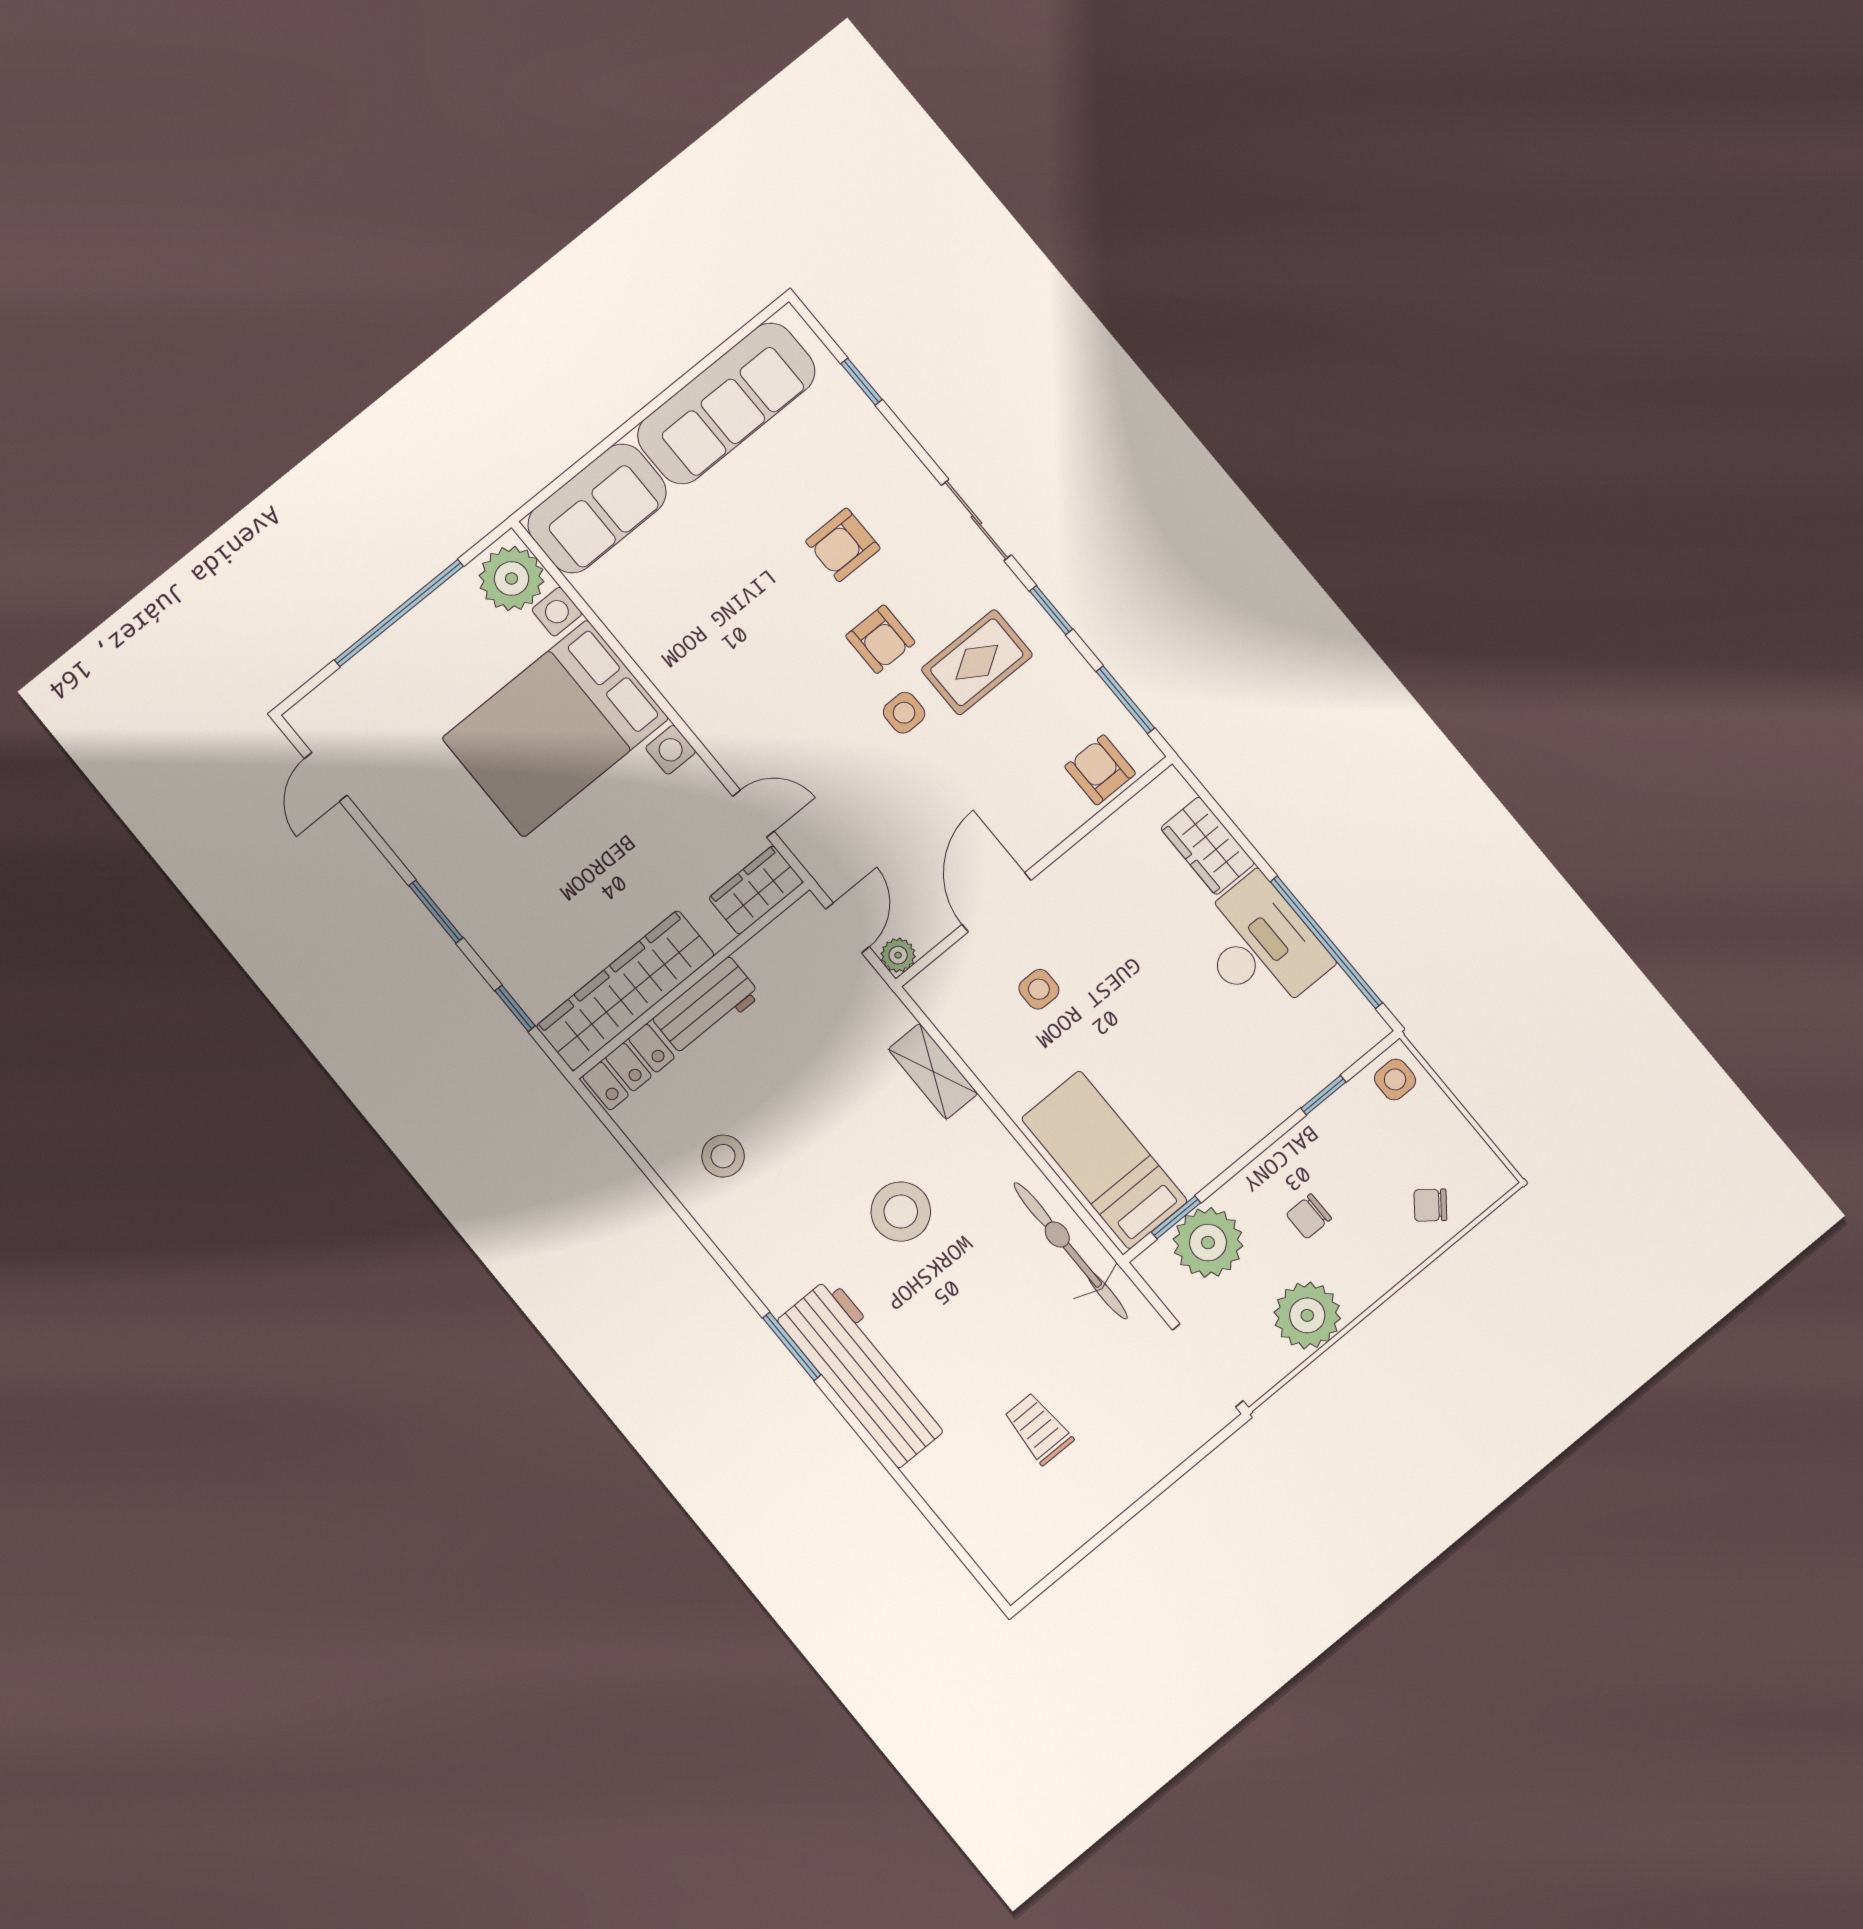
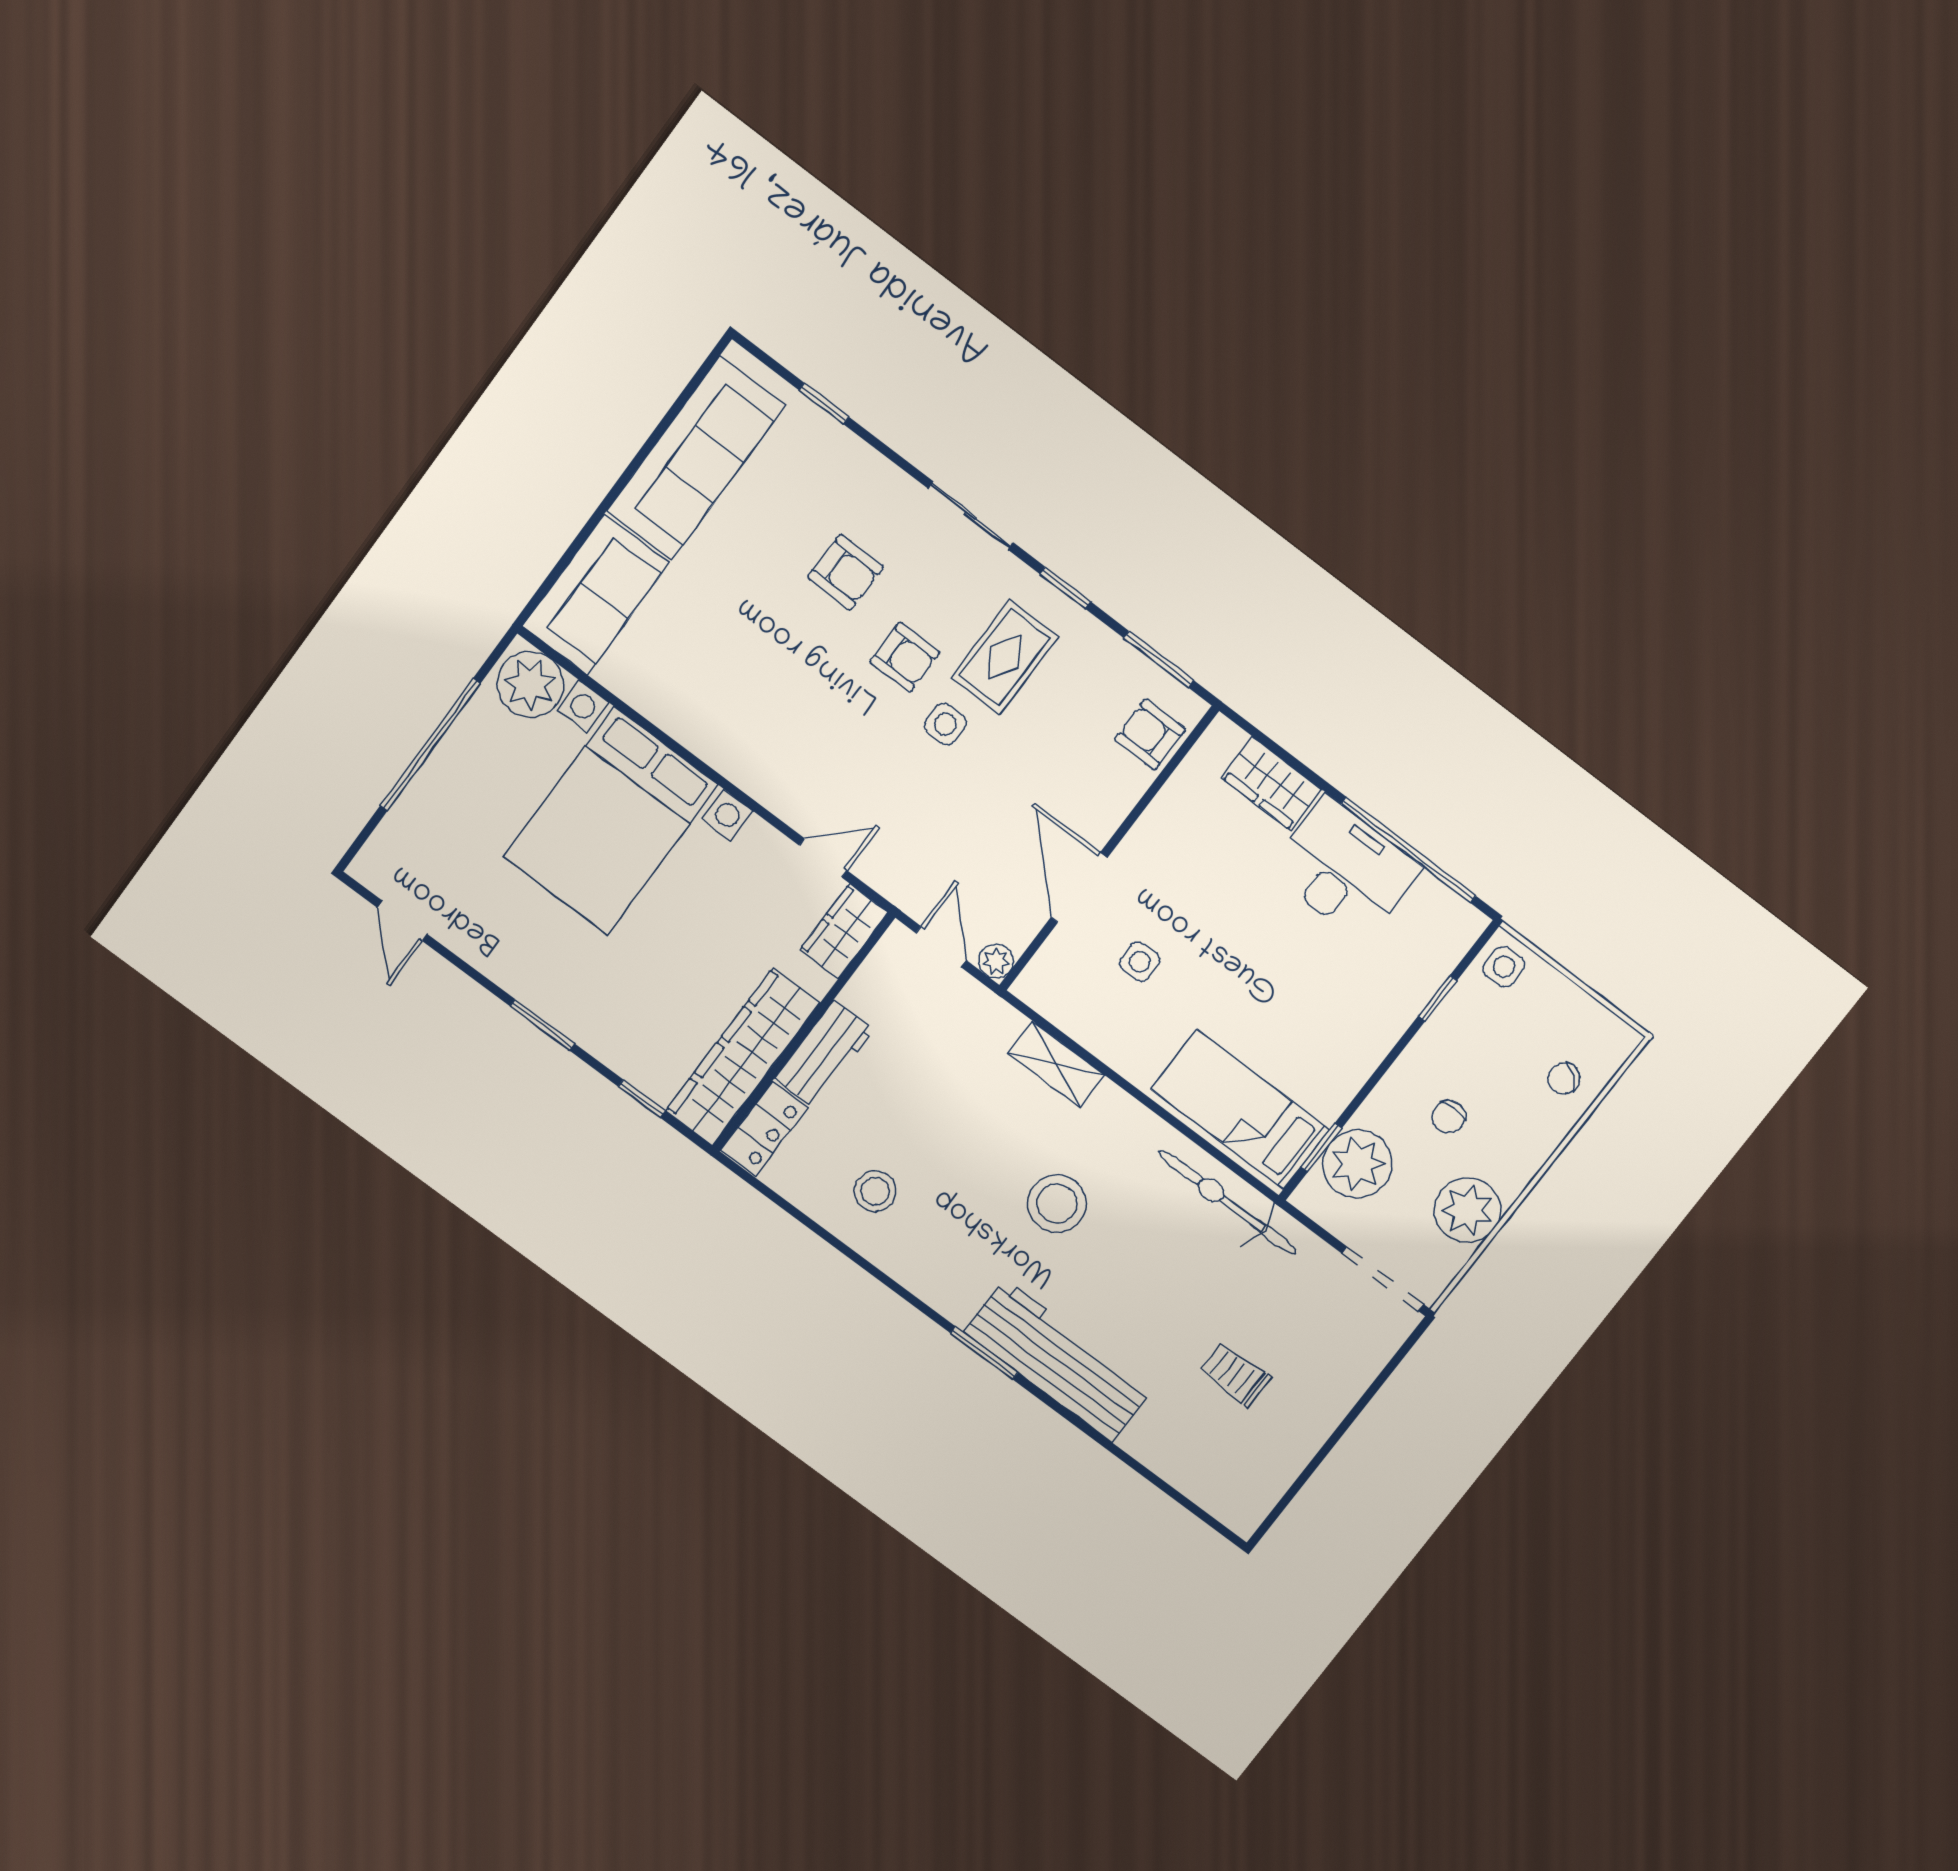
armchair: (843, 545) -> (845, 572), turned -89

